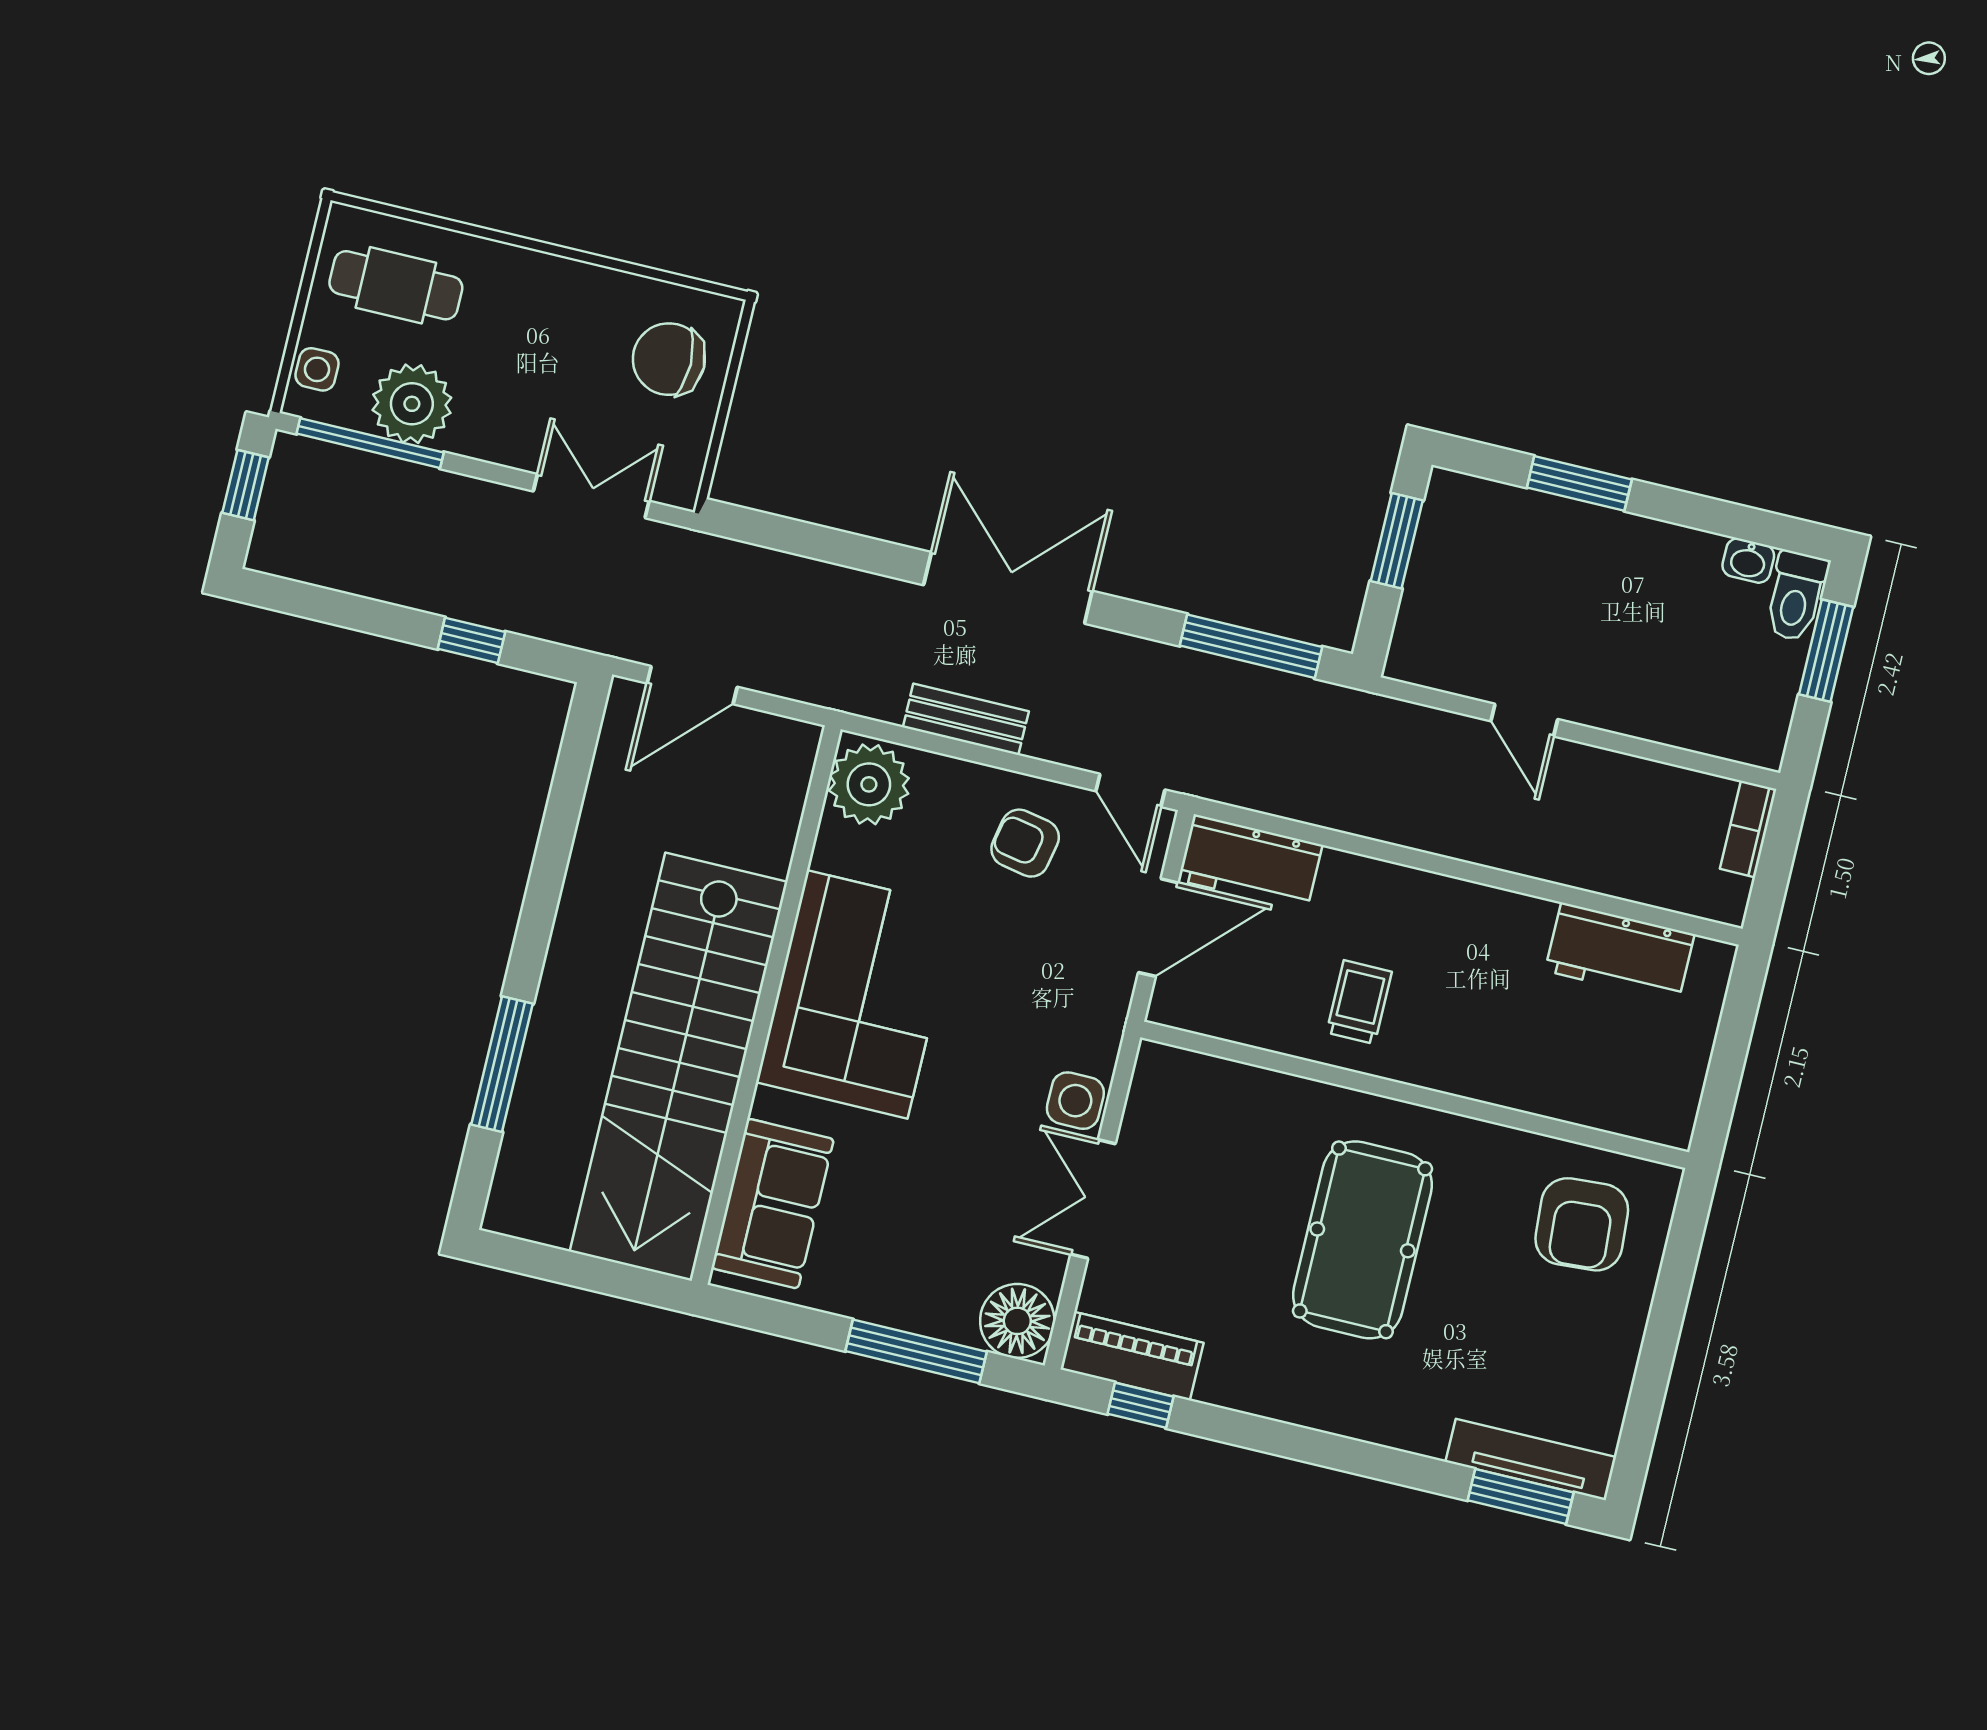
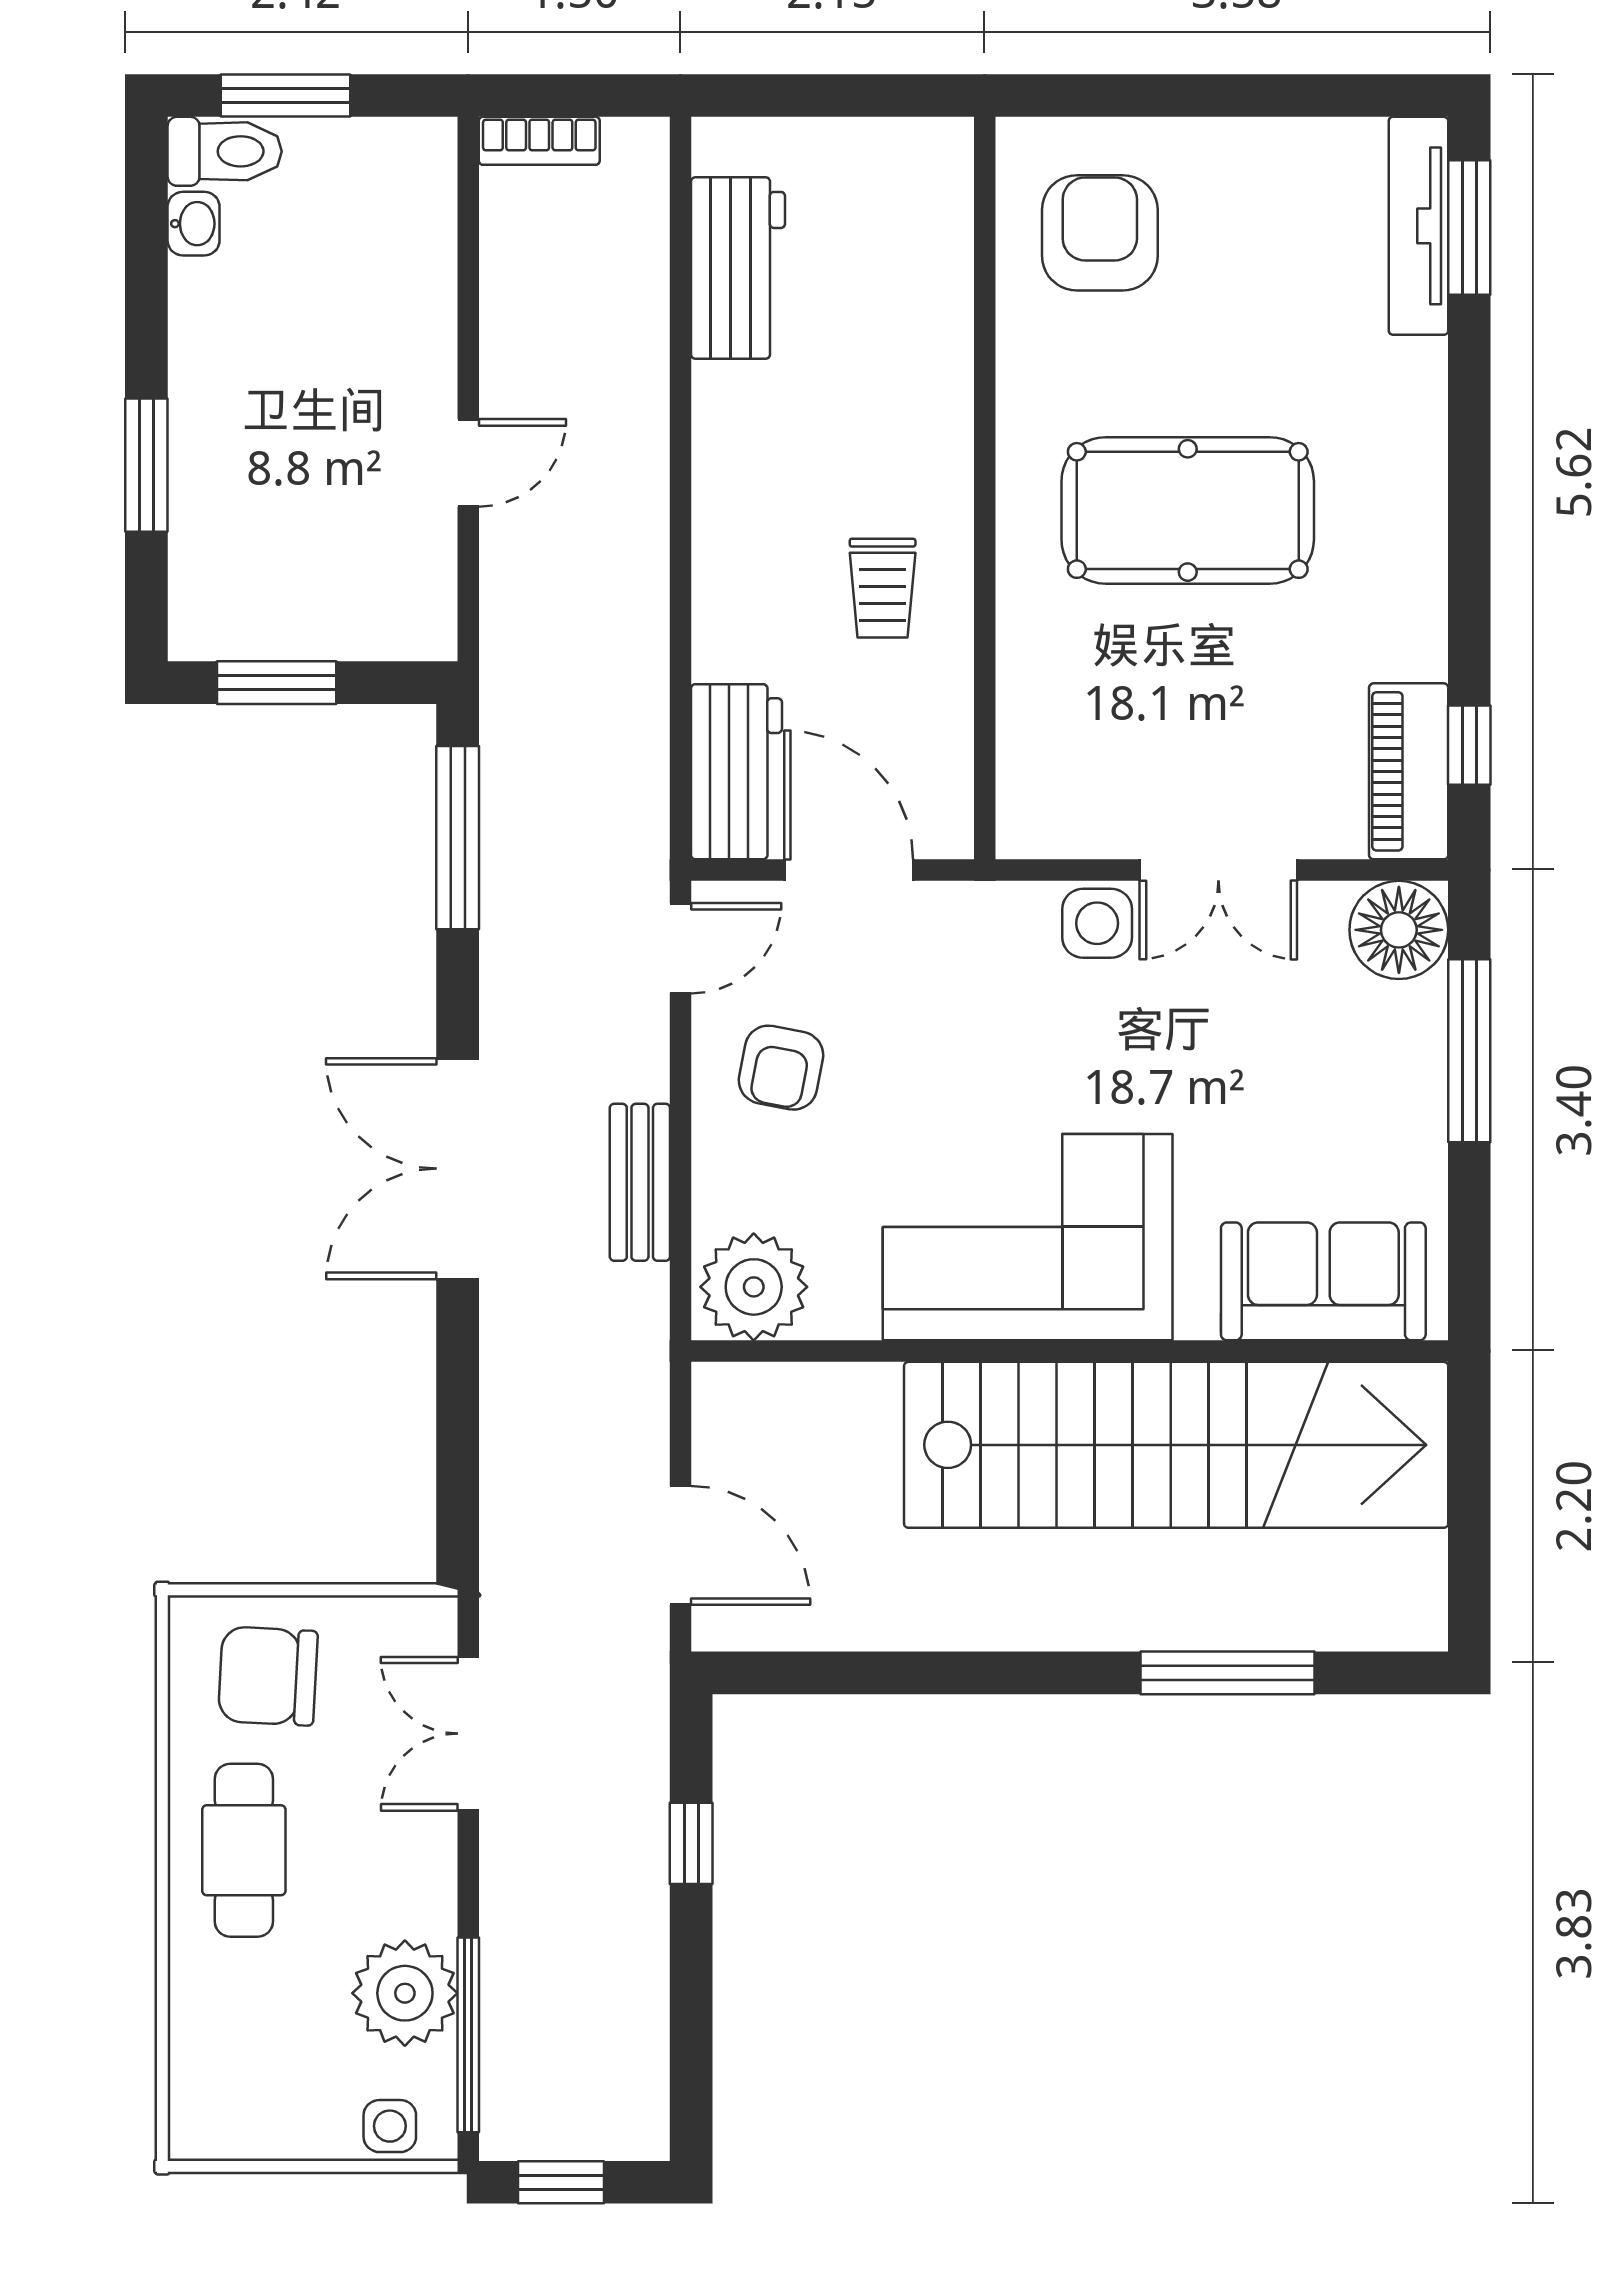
cafe table: (396, 285) -> (244, 1850), moved
chair: (669, 359) -> (268, 1676), turned 93
trolley: (1359, 1002) -> (883, 588), turned -90
armchair: (1582, 1224) -> (1100, 233), turned -86

